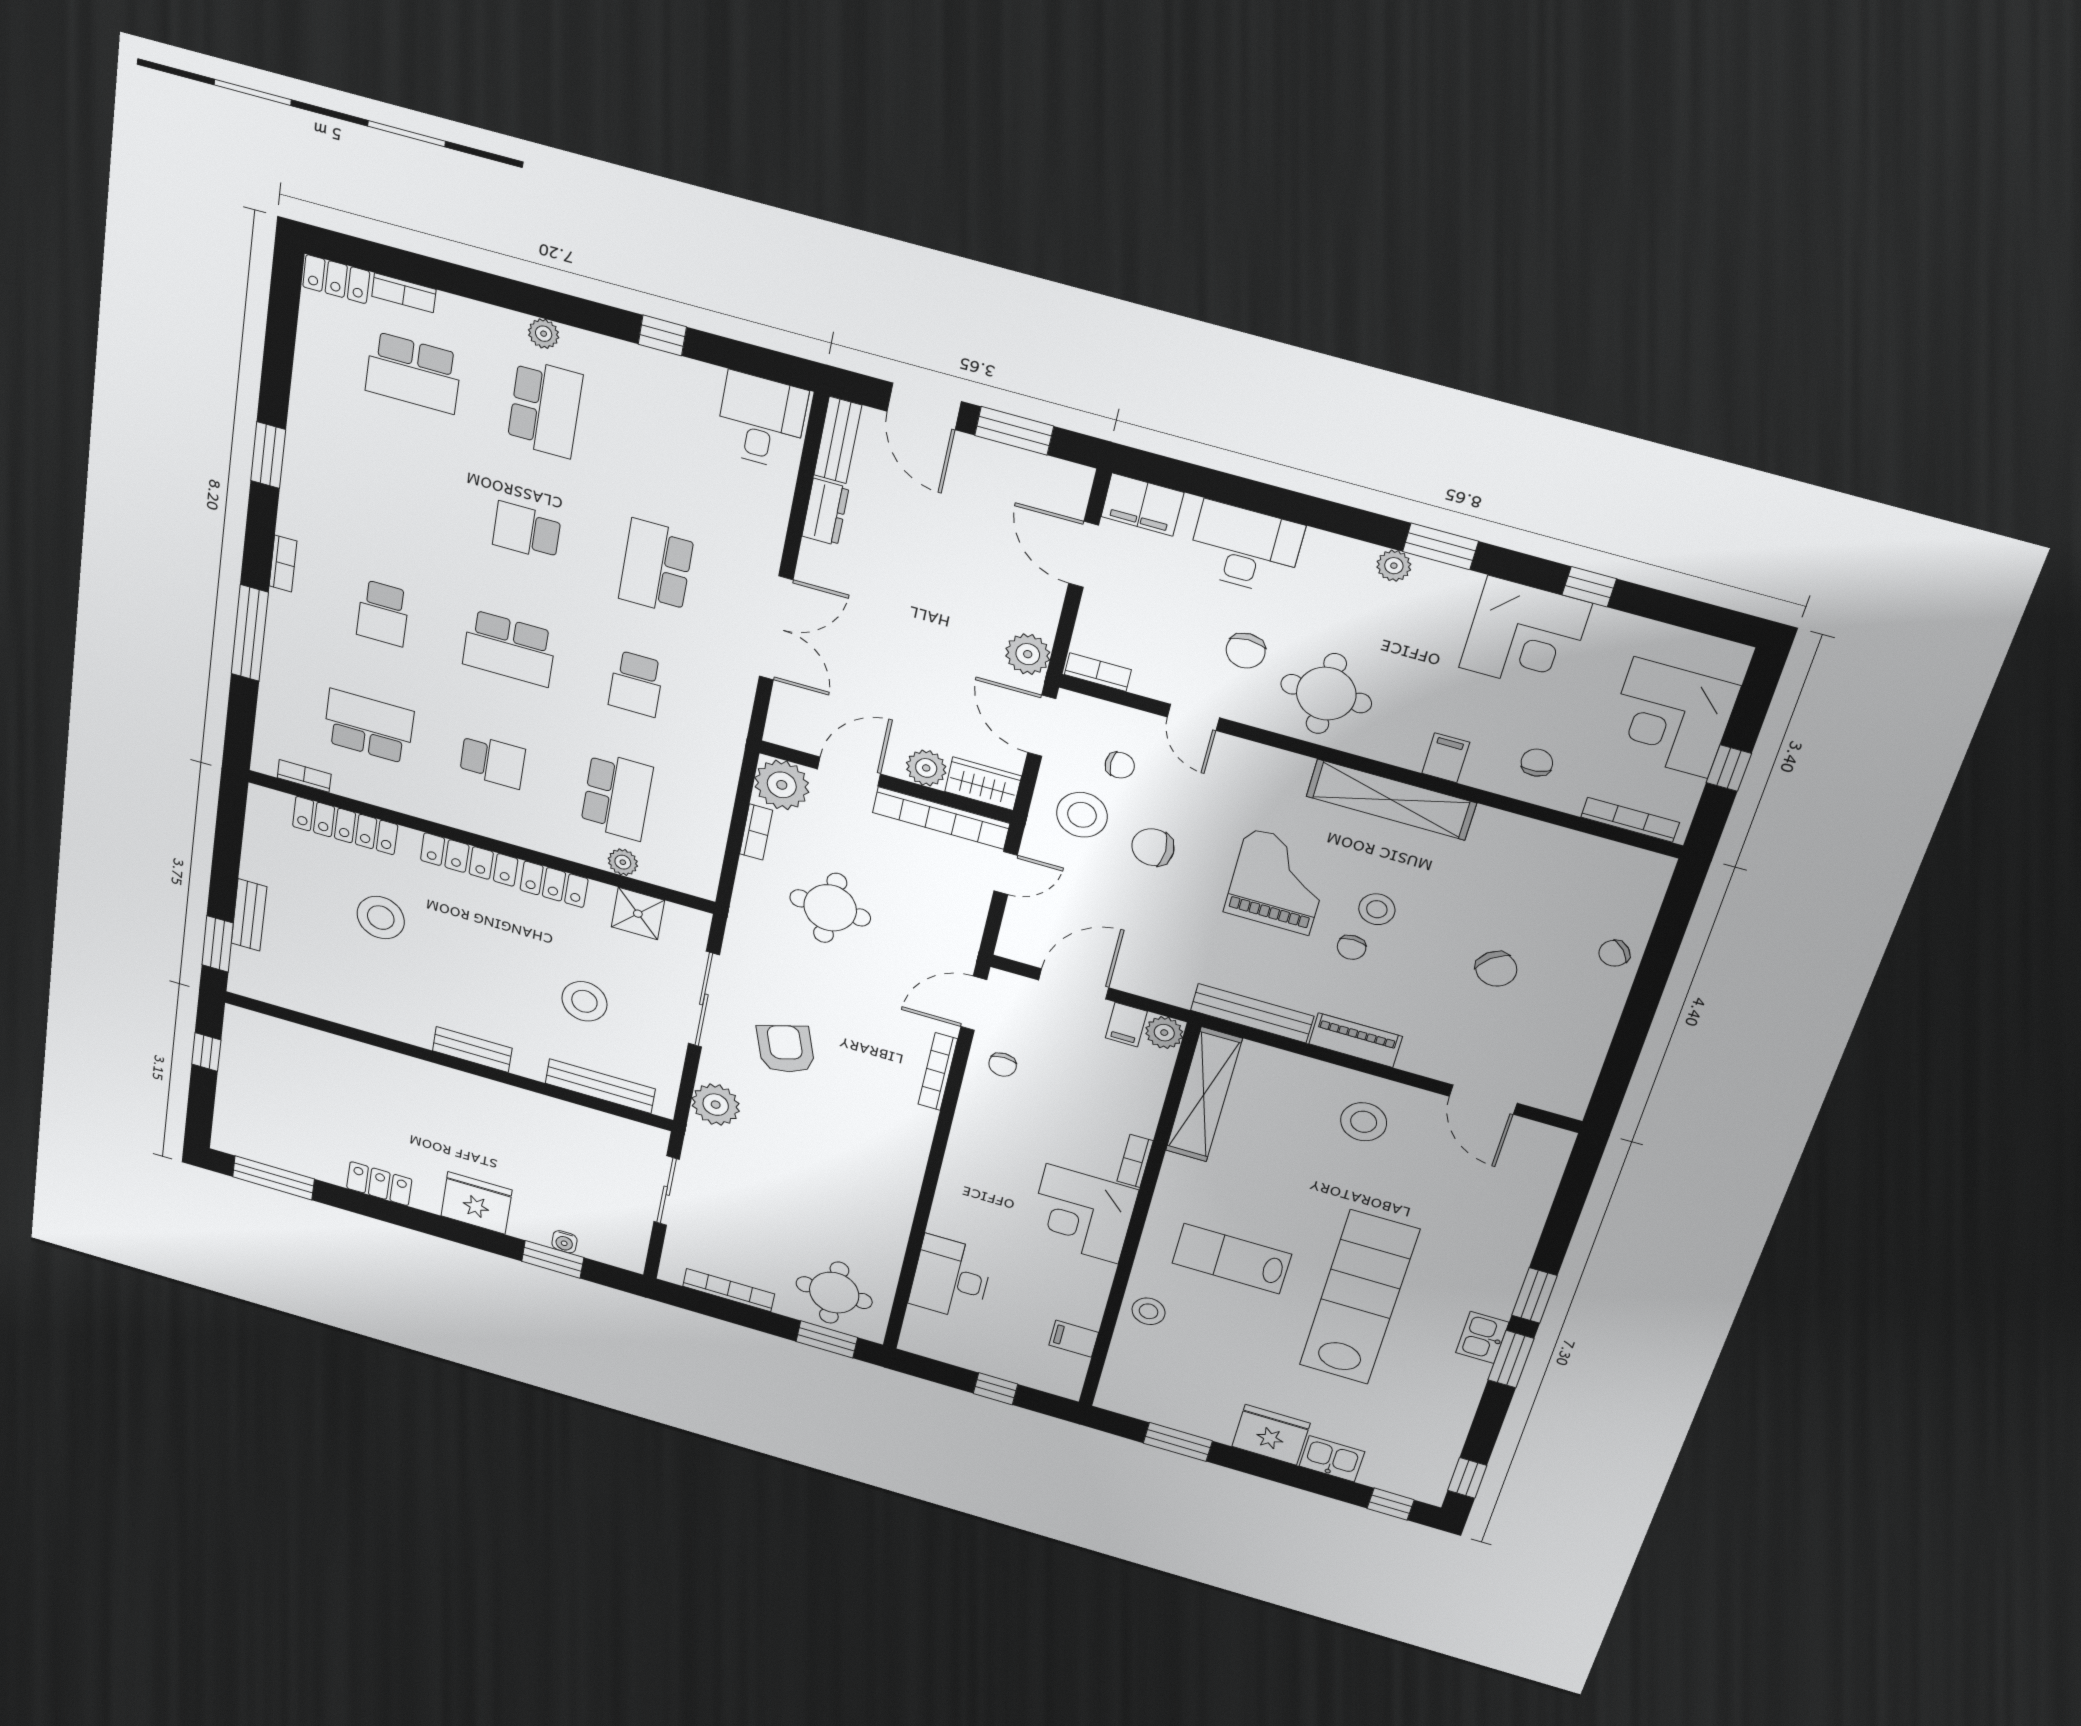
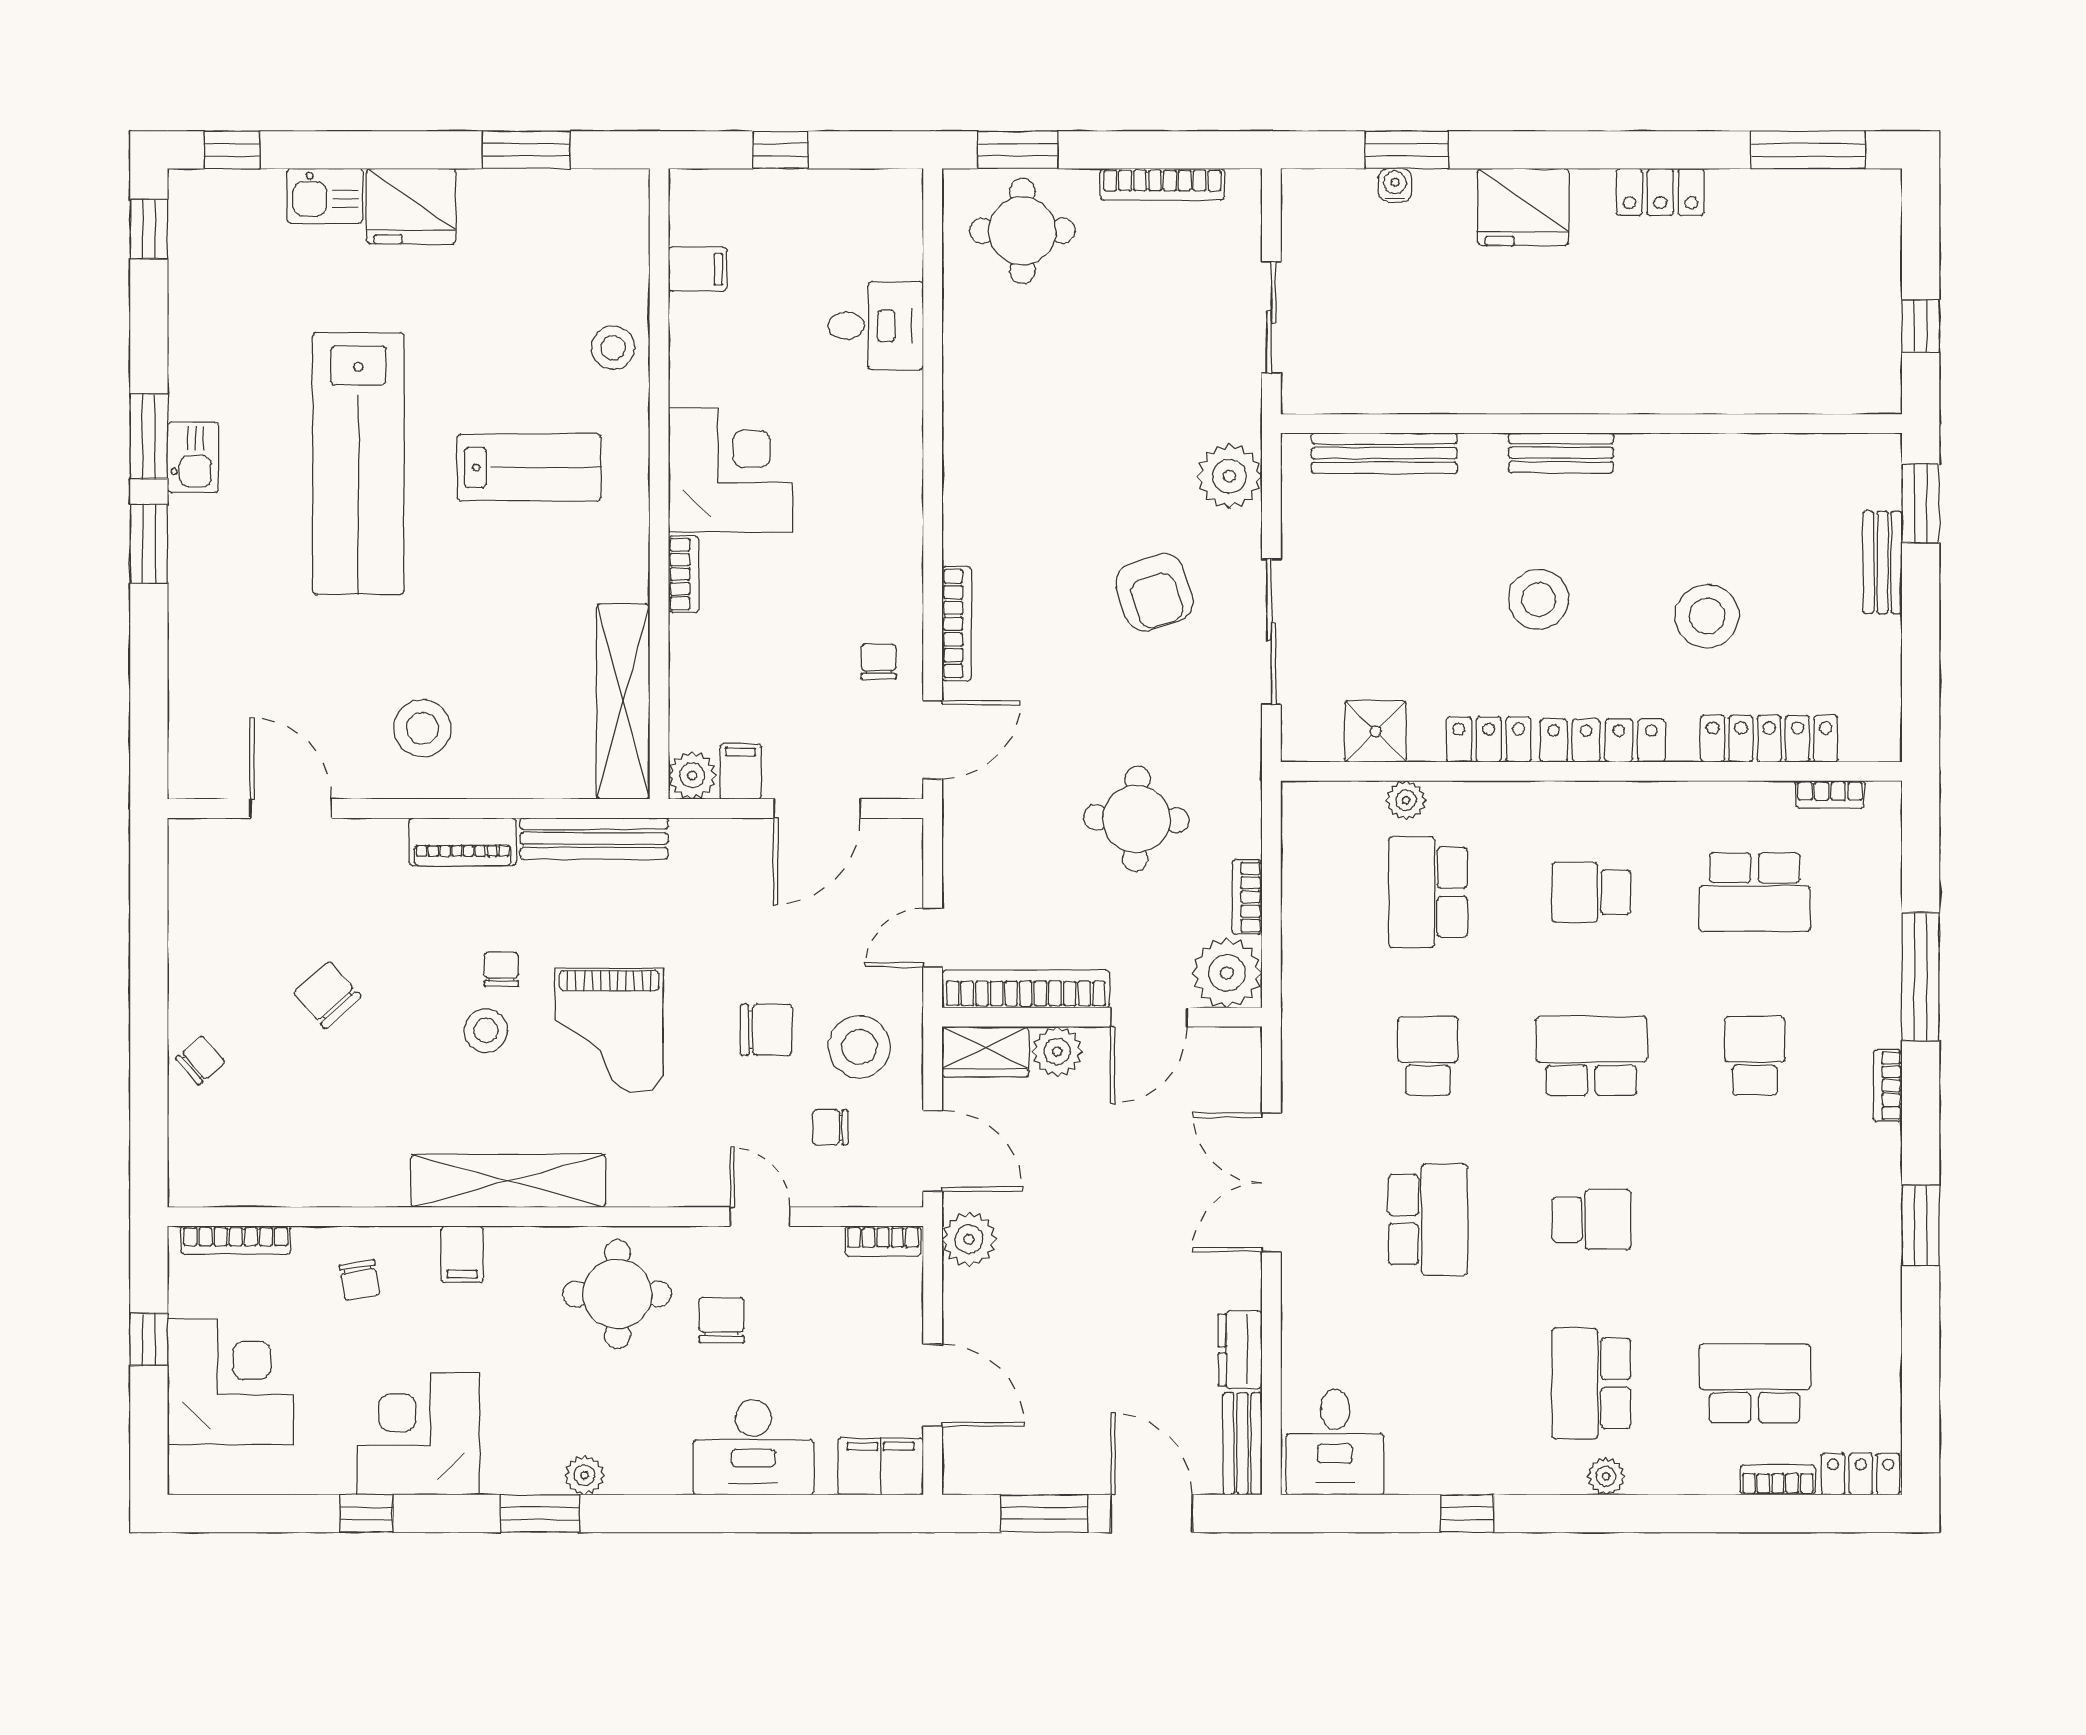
stool: (584, 1001) -> (1539, 599), moved
desk: (951, 1278) -> (876, 326), width x0.73

